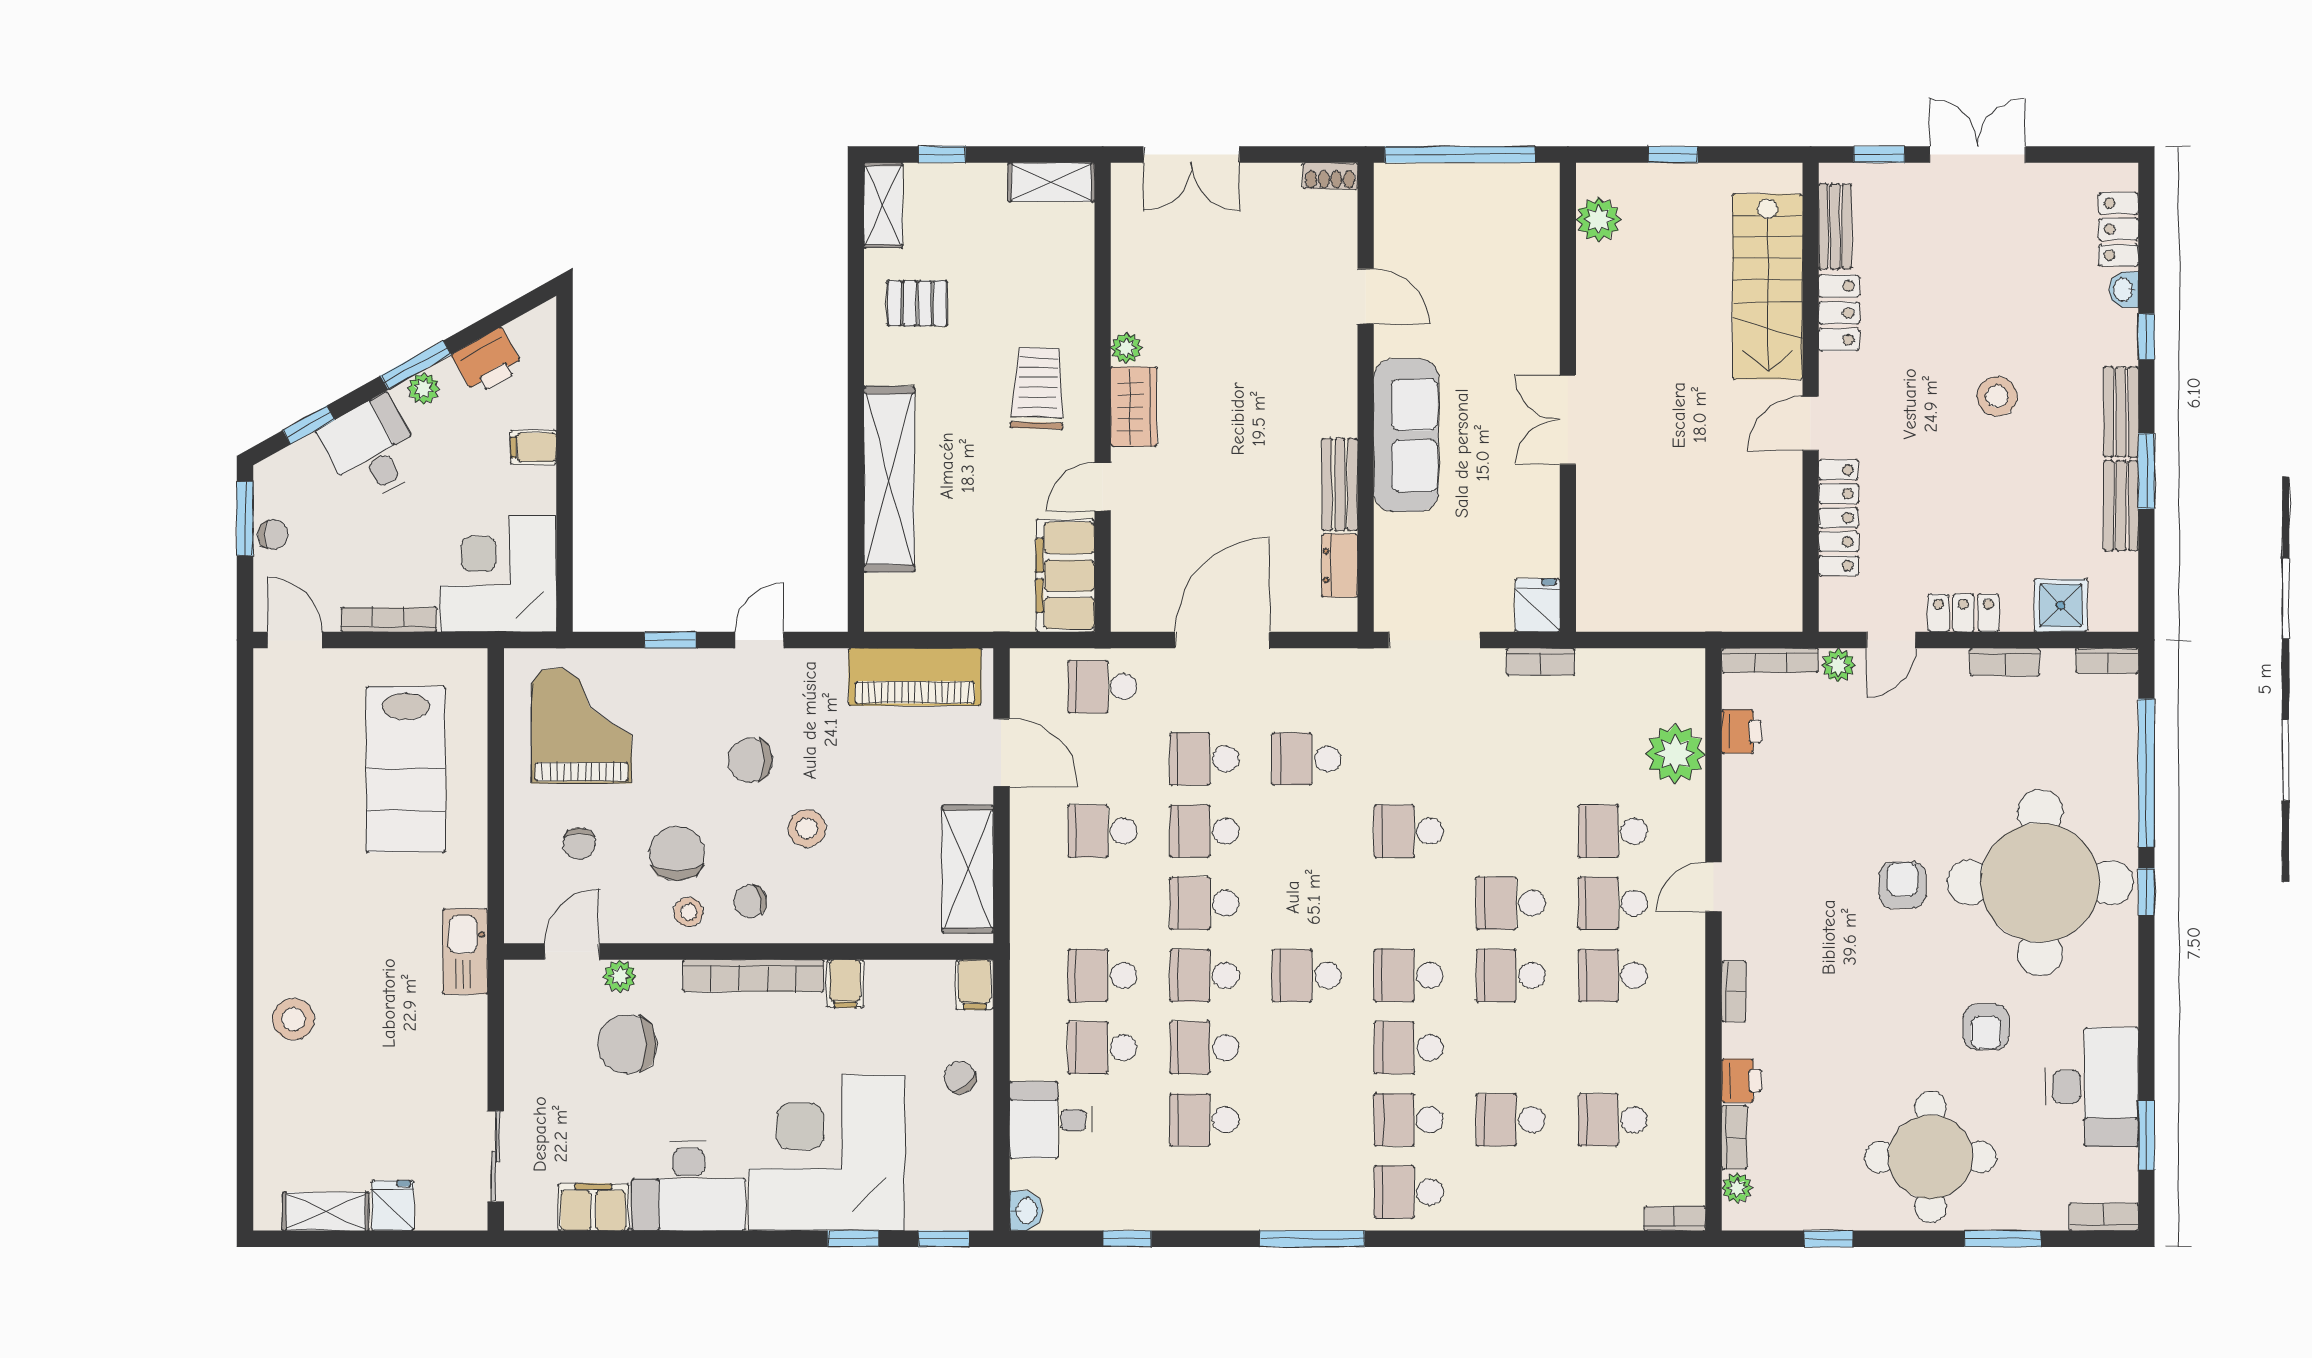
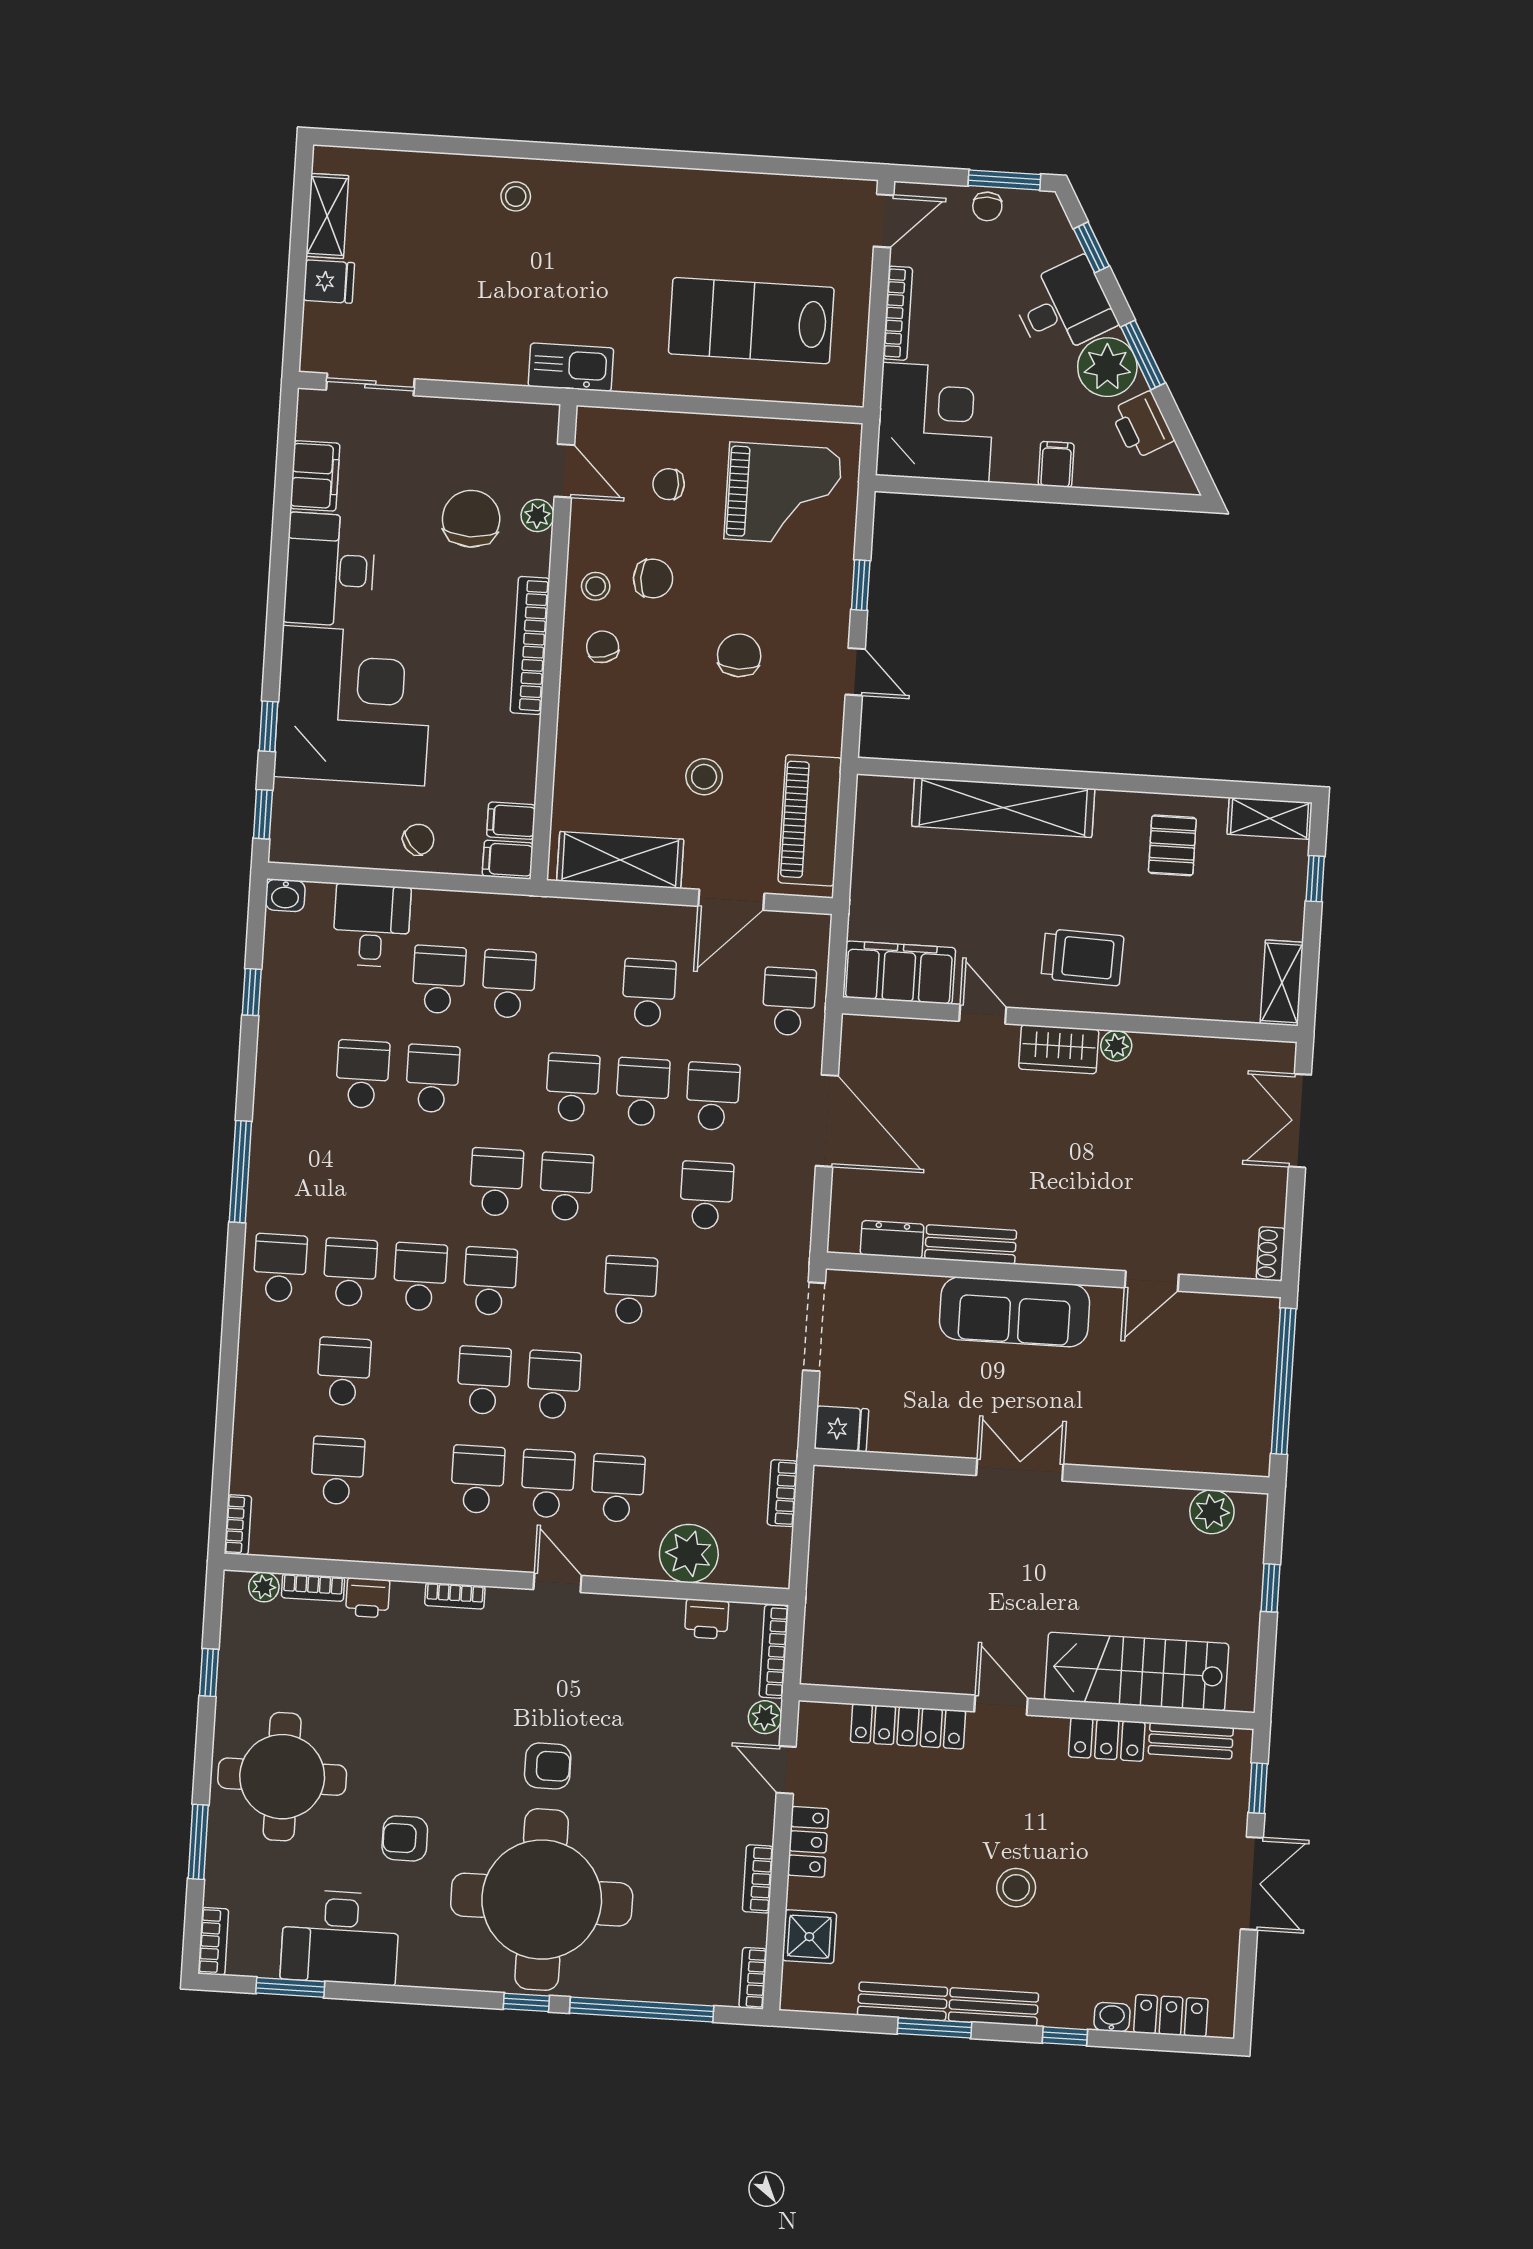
plant: (424, 389) -> (1107, 367), width x1.88, depth x1.88
bookcase: (1540, 662) -> (782, 1493), moved
stool: (807, 828) -> (704, 777), moved
chair: (677, 854) -> (653, 578), width x0.73, depth x0.73
school desk: (1204, 975) -> (566, 1187), moved
filing cabinet: (845, 984) -> (511, 821), moved
stool: (293, 1019) -> (516, 196), width x0.73, depth x0.73

